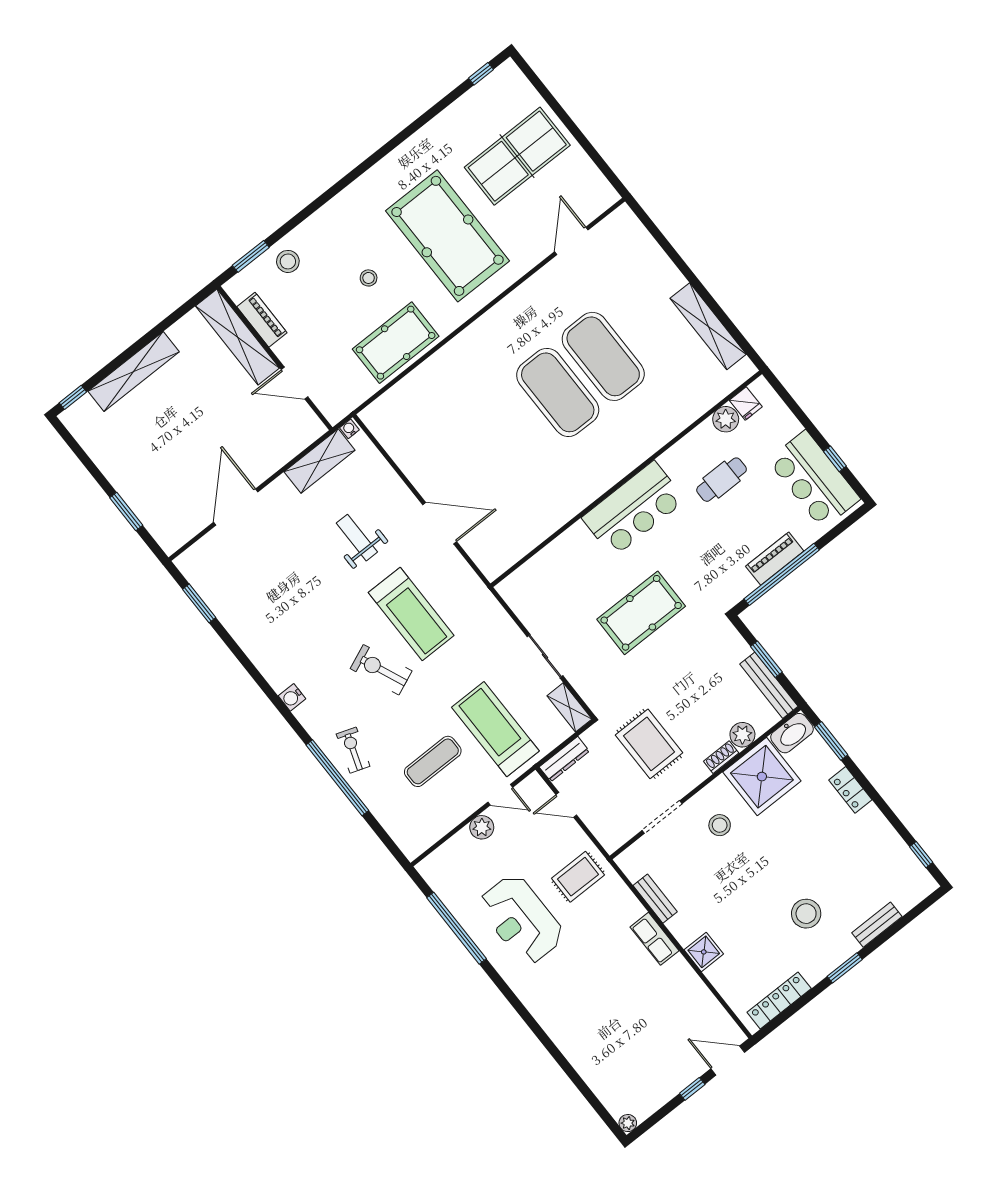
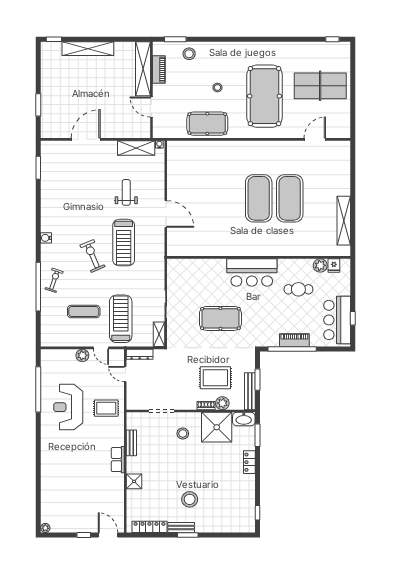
rug: (649, 744) -> (215, 378), moved, turned 90
bench: (877, 925) -> (181, 528), moved

